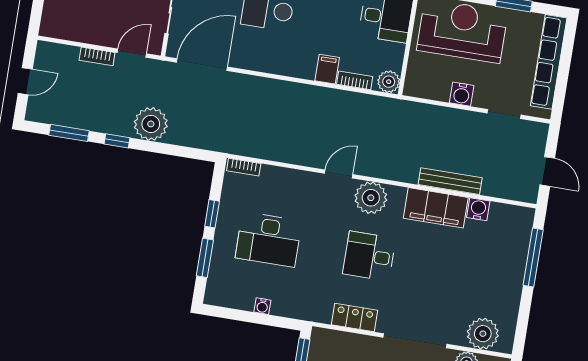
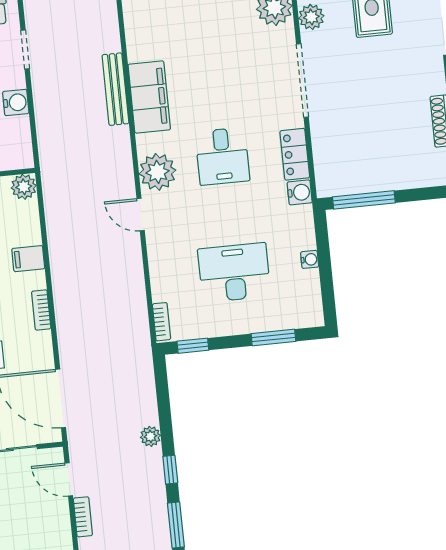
bookcase: (355, 80) -> (41, 310), moved
plant: (151, 124) -> (150, 436), width x0.53, depth x0.53
water cooler: (478, 209) -> (300, 192), moved, turned 180
window: (212, 214) -> (193, 346), moved
desk: (269, 240) -> (234, 273), turned -90

